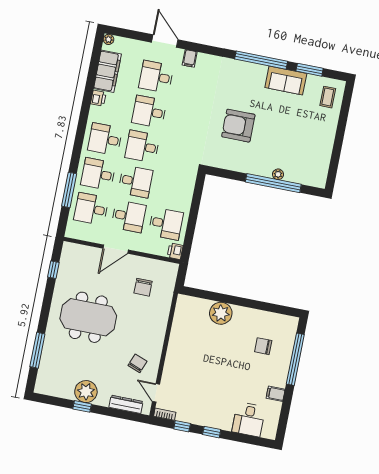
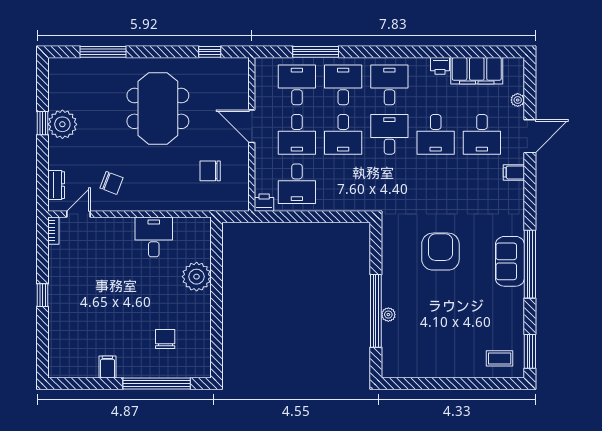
plant: (109, 39) -> (518, 100), moved
window: (310, 70) -> (530, 351), moved
desk: (156, 77) -> (482, 134), turned 180
sofa: (286, 81) -> (510, 261), moved
desk: (149, 112) -> (436, 134), turned 180
dresser: (126, 404) -> (56, 185), width x0.70
desk: (249, 419) -> (154, 237), moved, turned 90
window: (182, 426) -> (43, 256), removed

